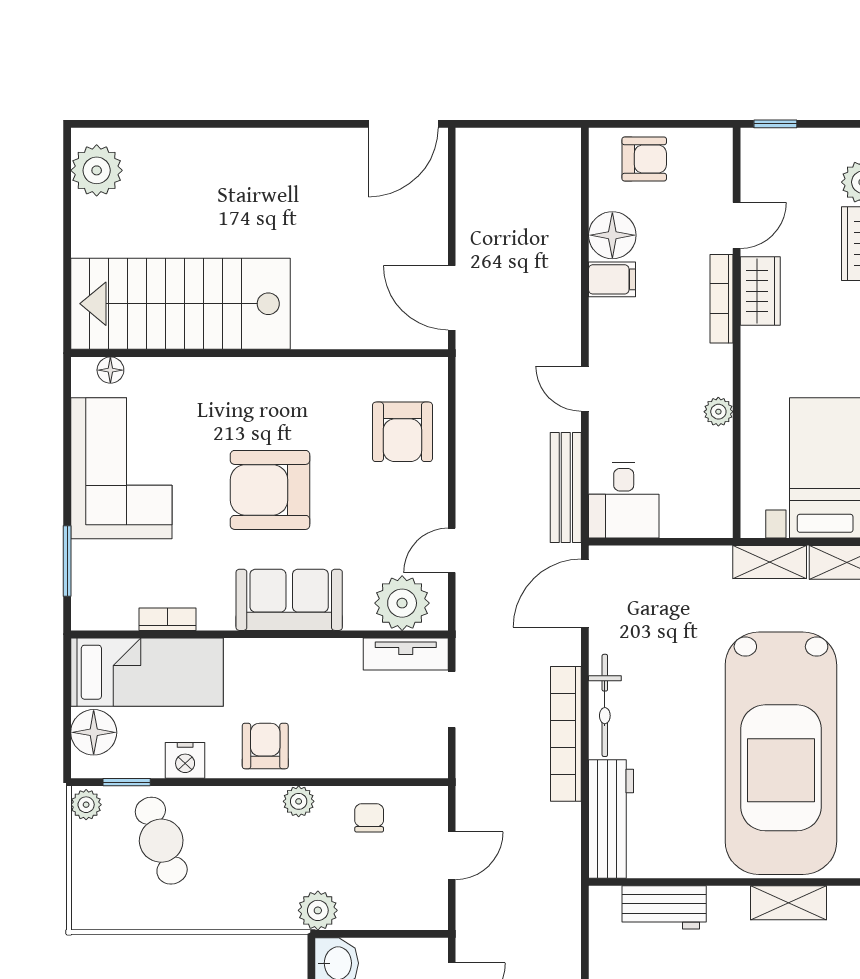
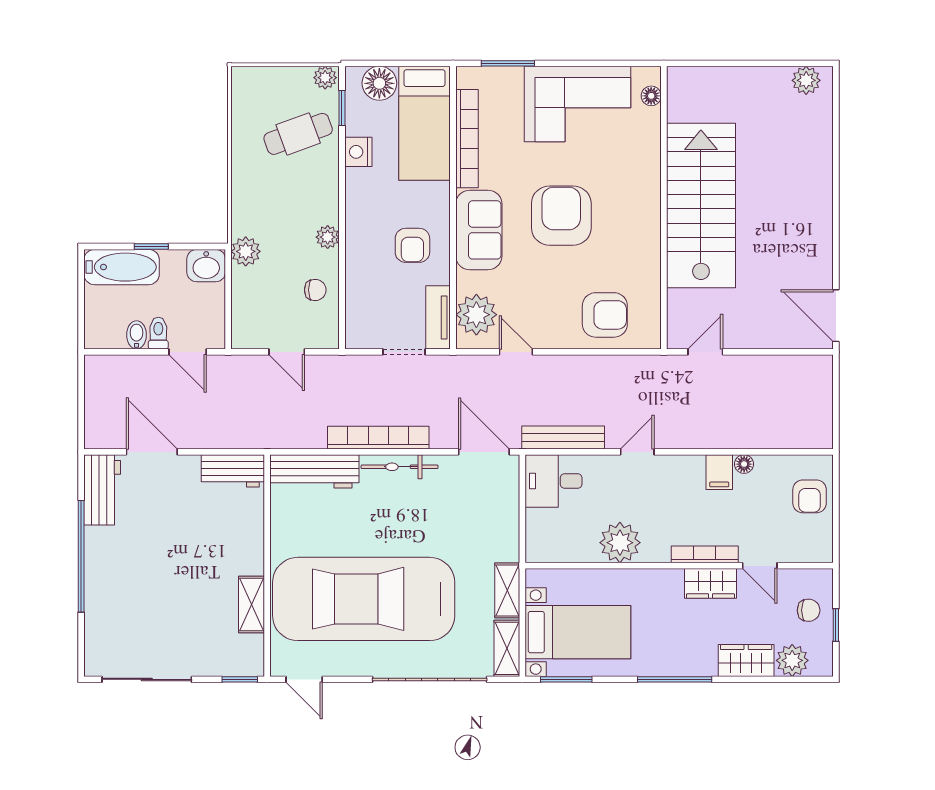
window: (775, 124) -> (836, 625), moved
chair: (796, 160) -> (809, 610), added
plant: (97, 170) -> (806, 80), width x0.73, depth x0.73
floor lamp: (612, 235) -> (744, 464), width x0.53, depth x0.53
door: (452, 298) -> (705, 352), width x0.73
stairs: (181, 304) -> (701, 206), moved
plant: (718, 412) -> (620, 543), width x1.88, depth x1.88
armchair: (402, 432) -> (605, 315), turned 180
bookcase: (168, 619) -> (467, 139), width x2.31, depth x1.31
armchair: (265, 746) -> (412, 245), moved, turned 90
workbench: (664, 907) -> (233, 471), moved, turned -90

